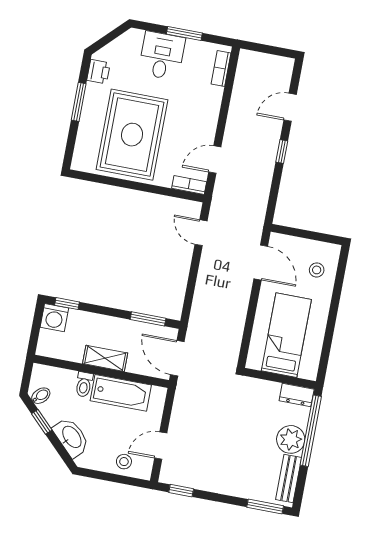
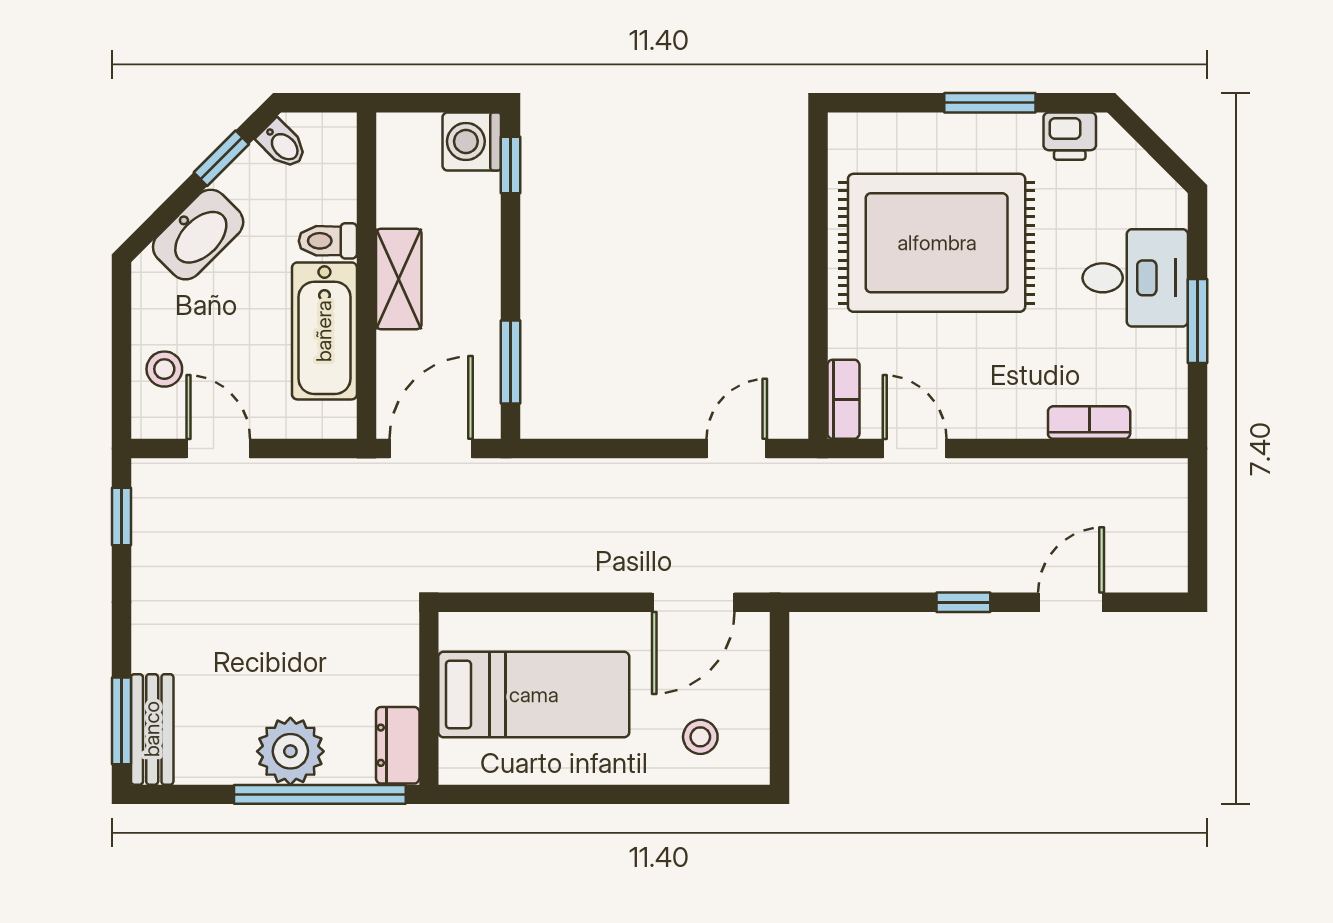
bookcase: (221, 68) -> (1089, 423), moved
door: (290, 107) -> (1071, 602), hinge flipped
bench: (289, 479) -> (152, 729), moved, turned 90

